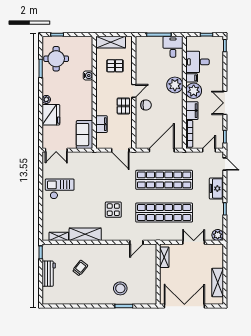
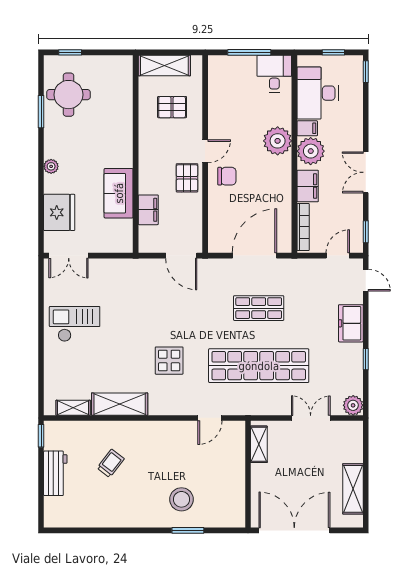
desk: (198, 62) -> (318, 93), width x1.37
water cooler: (88, 76) -> (125, 124), removed
fridge: (51, 115) -> (59, 212), moved
sofa: (85, 135) -> (119, 193), moved
shop shelf: (164, 180) -> (259, 308), width x0.50, depth x0.74

